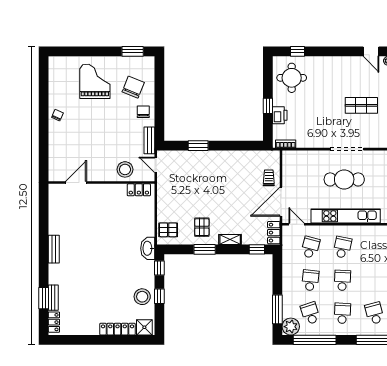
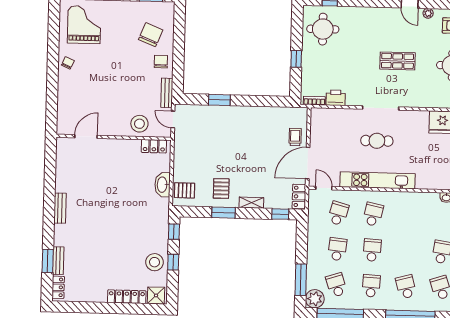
grand piano: (95, 81) -> (84, 25), moved
printer: (280, 115) -> (336, 98), moved, turned -90
cafe table: (344, 179) -> (377, 141), width x0.73, depth x0.74
washbasin: (148, 248) -> (163, 185), moved

